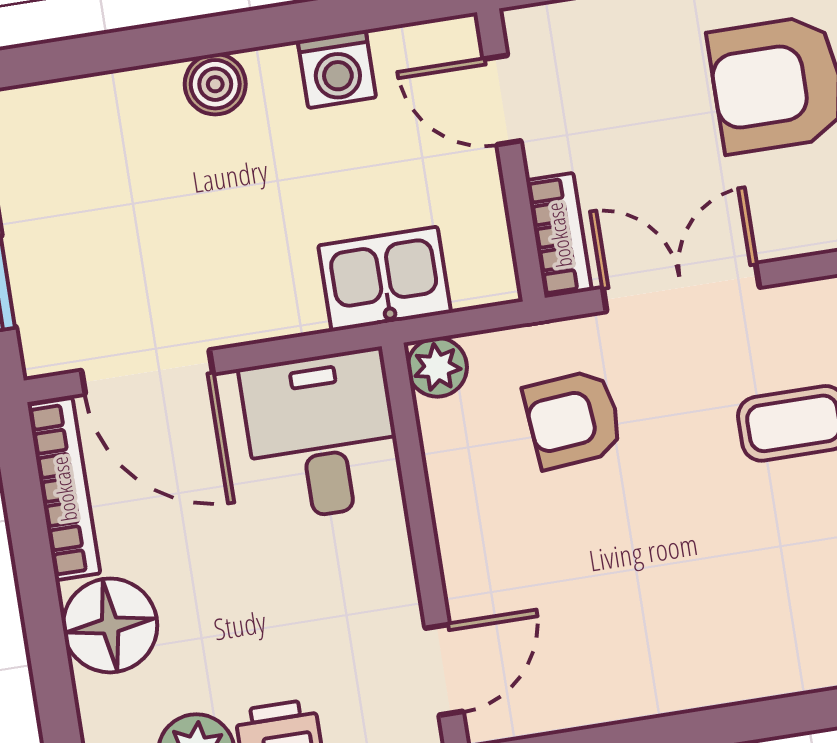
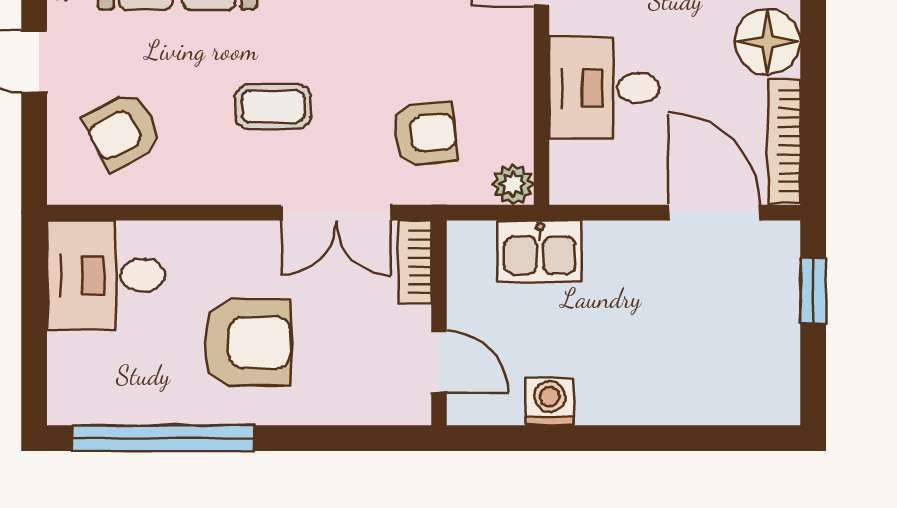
boiler: (215, 84) -> (636, 404), removed
desk: (322, 435) -> (604, 88), moved, turned 90

